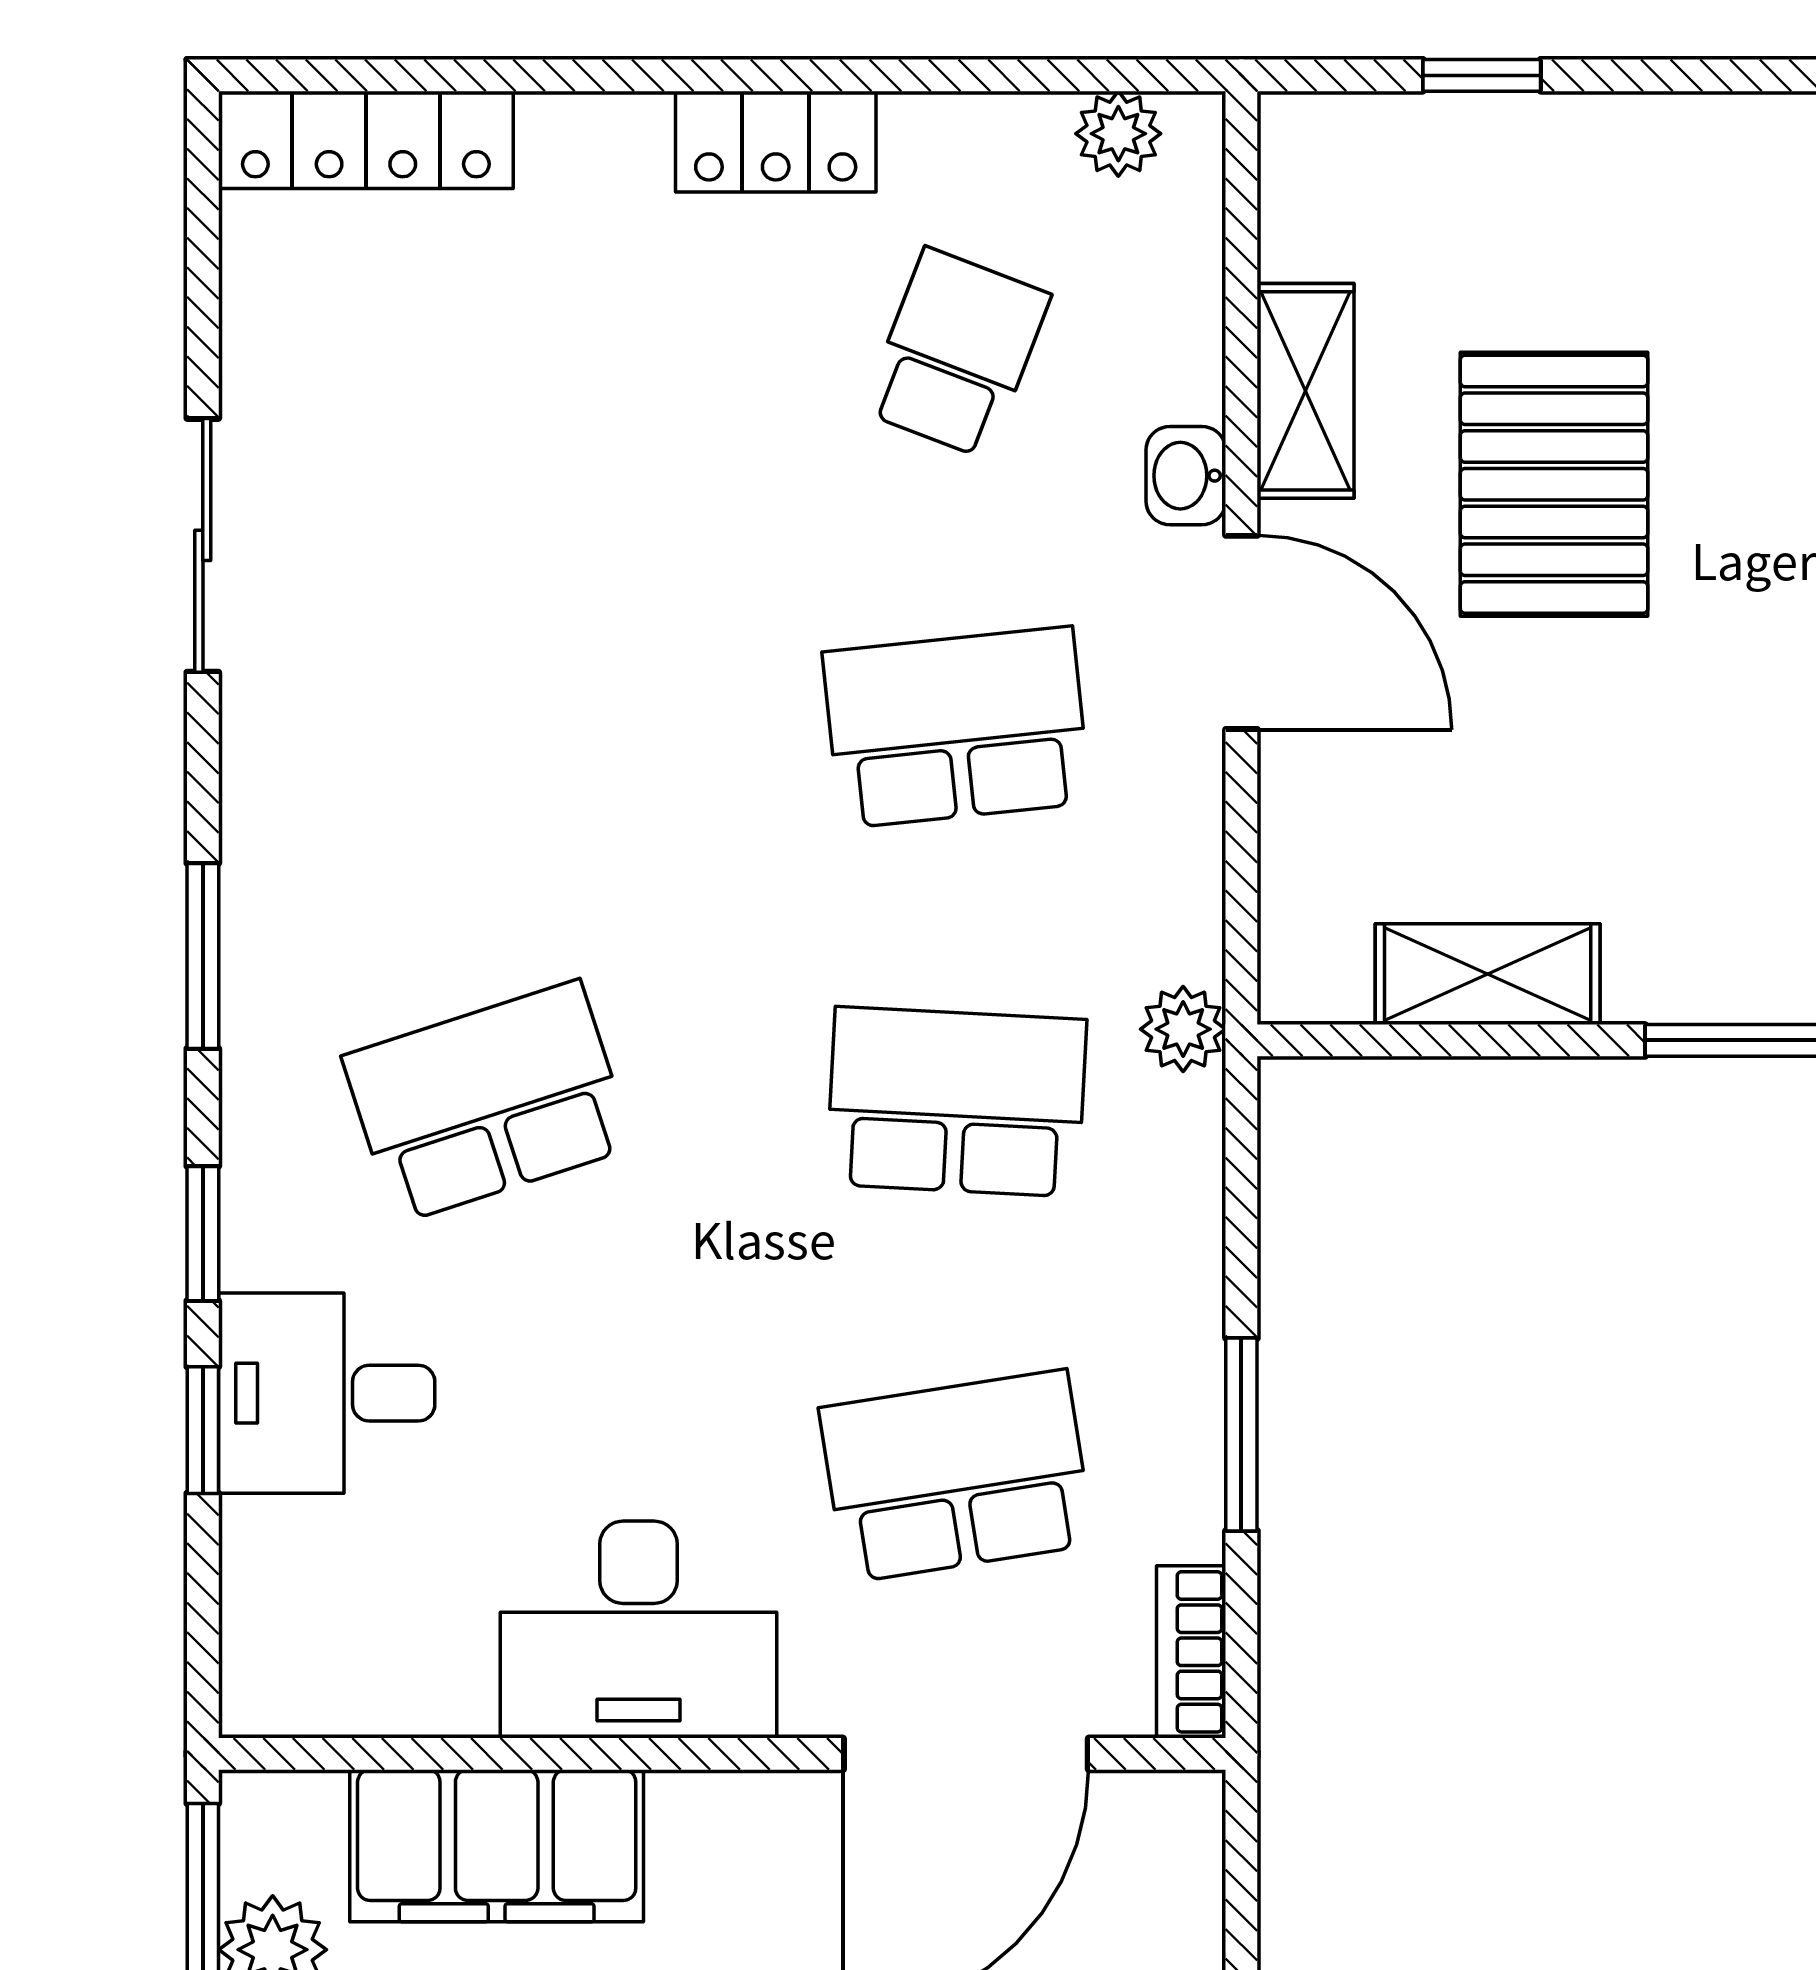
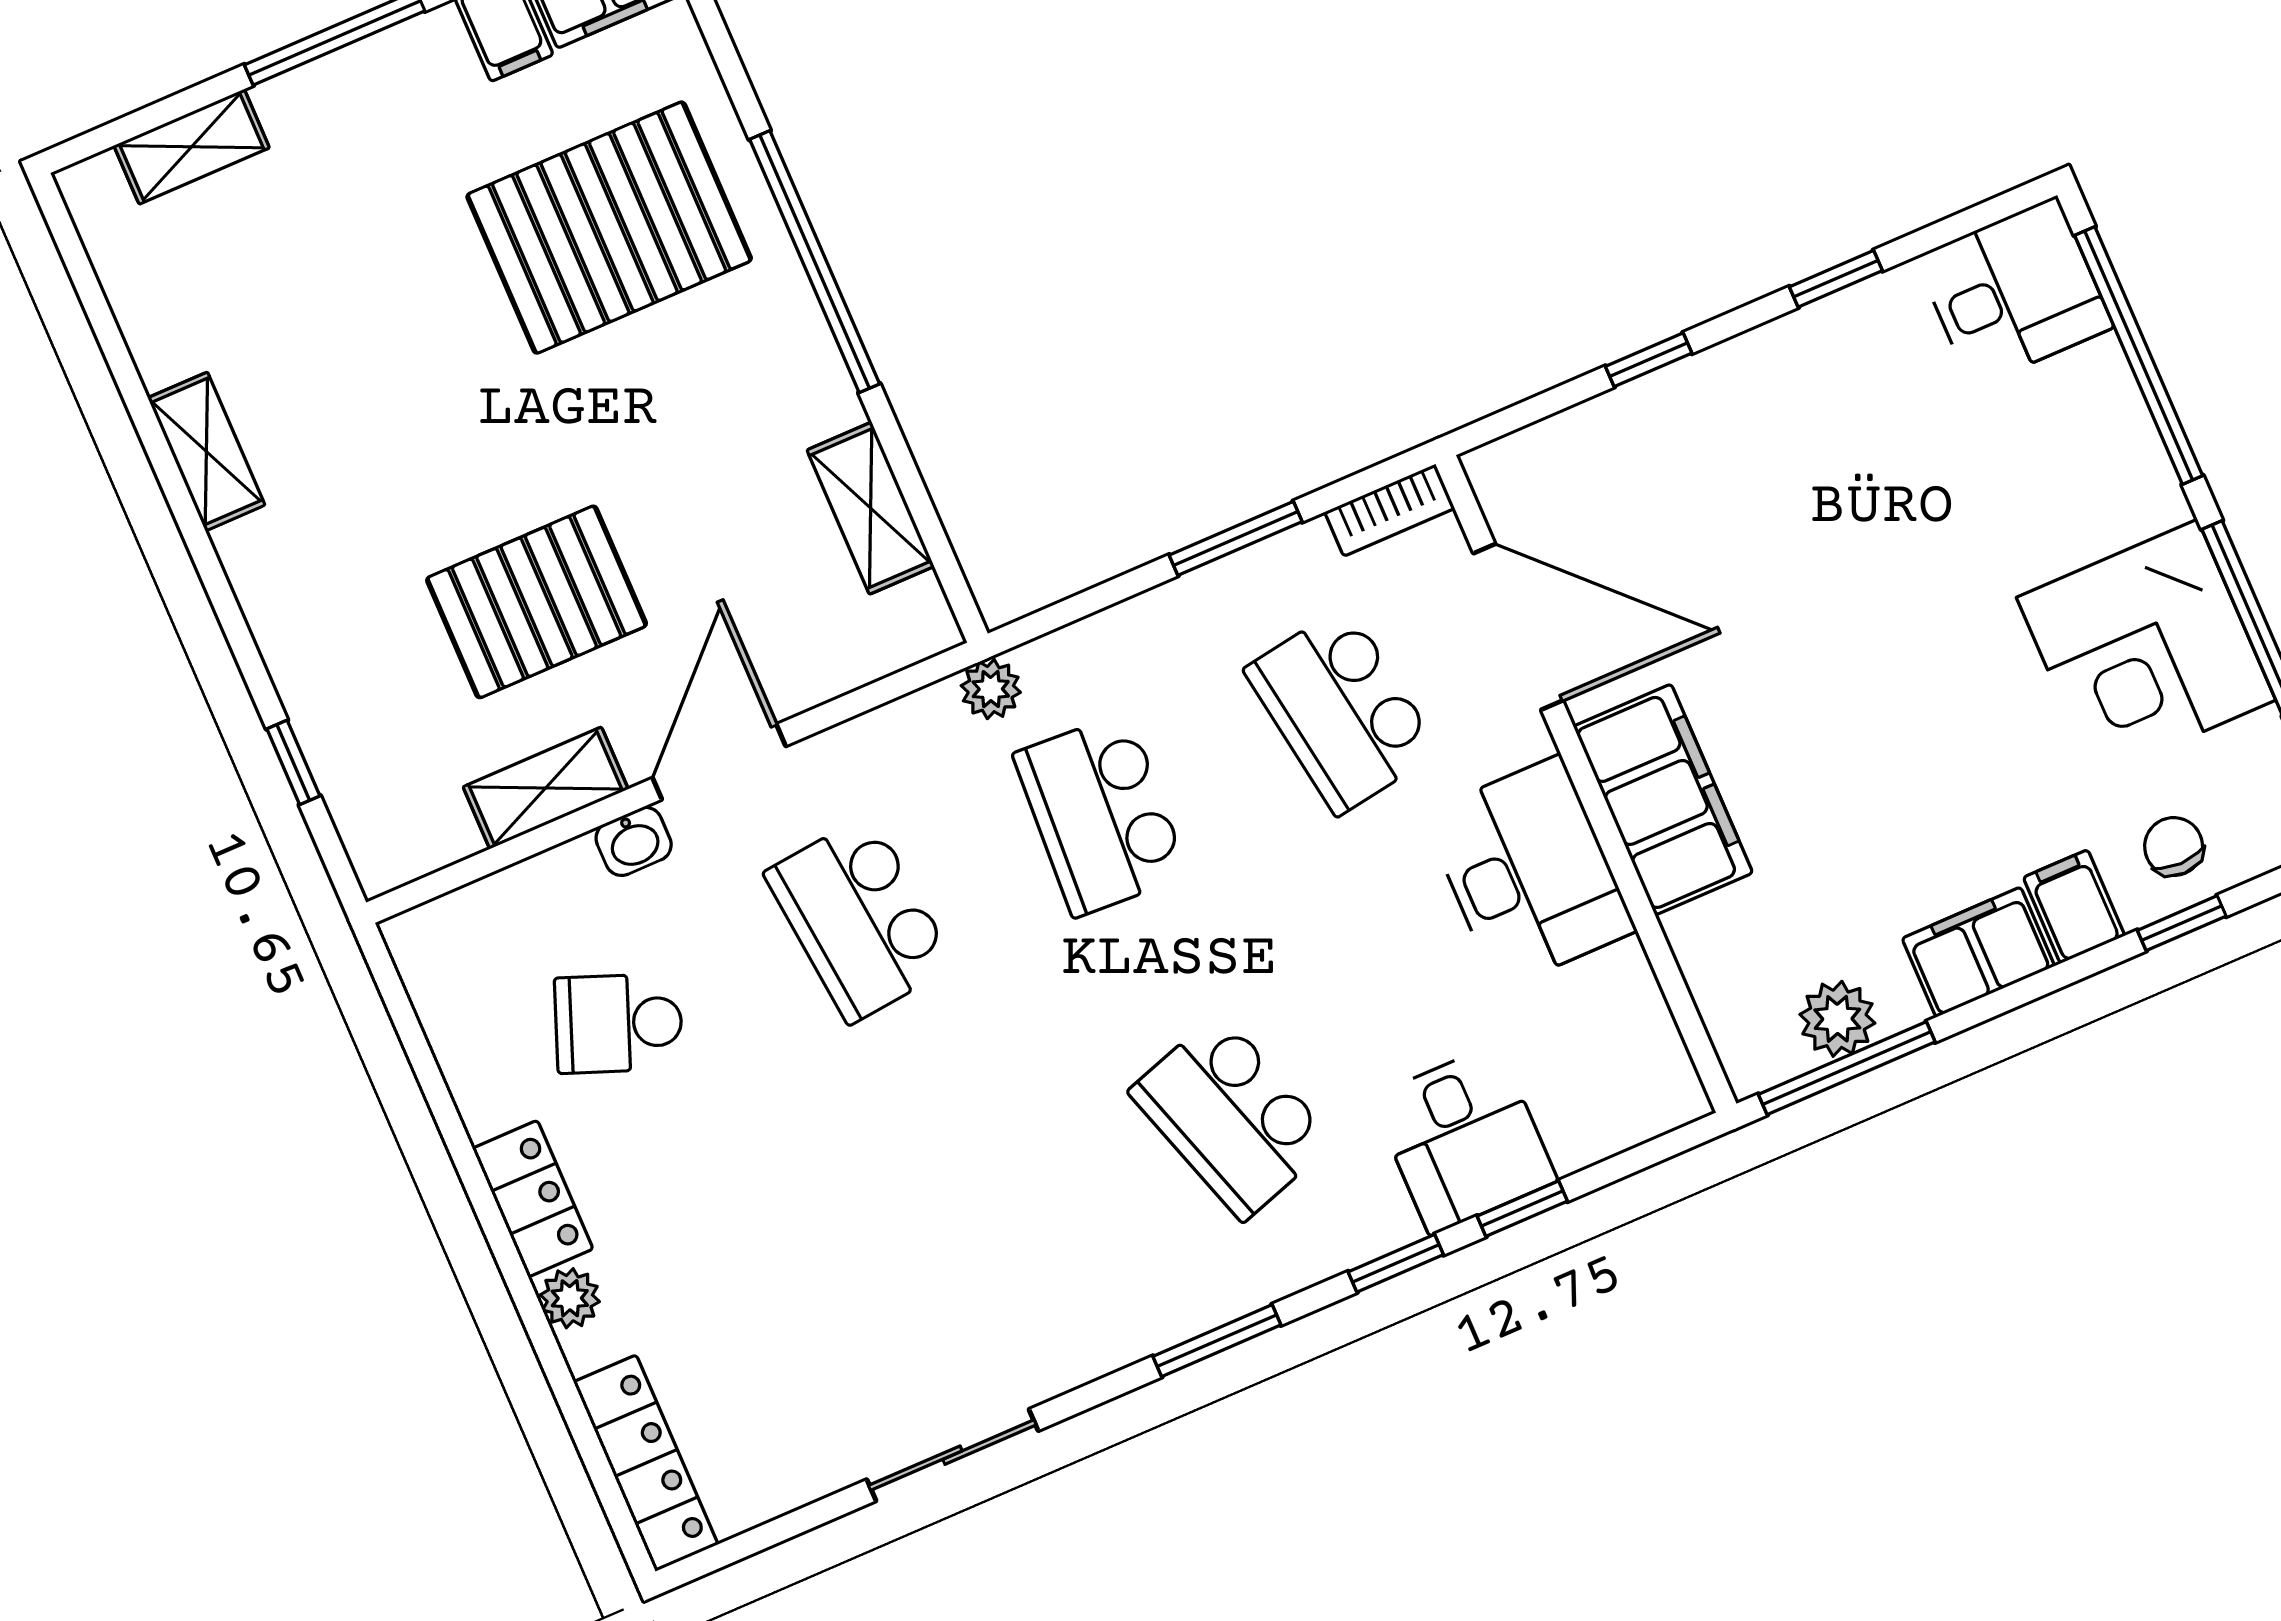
plant: (1118, 134) -> (570, 1298), moved
filing cabinet: (497, 1846) -> (1663, 800), moved

